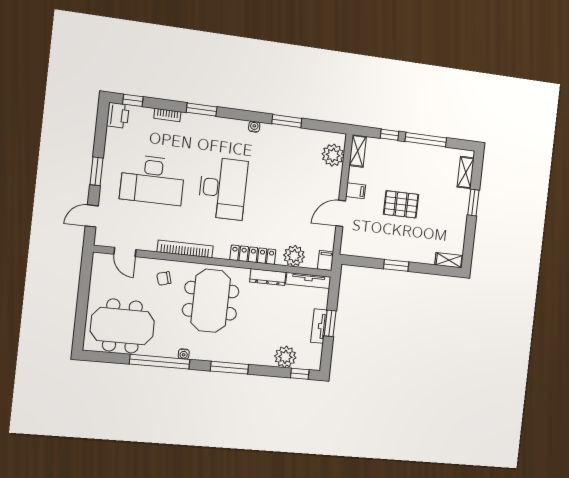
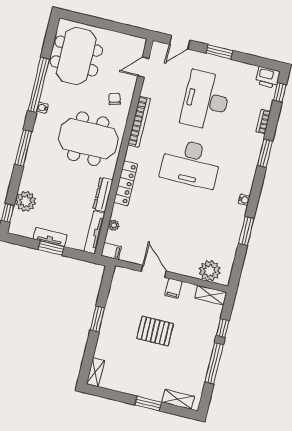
pallet: (401, 204) -> (155, 331), turned 90
door: (92, 216) -> (180, 42), swing flipped
plant: (294, 256) -> (114, 225), width x0.53, depth x0.53

